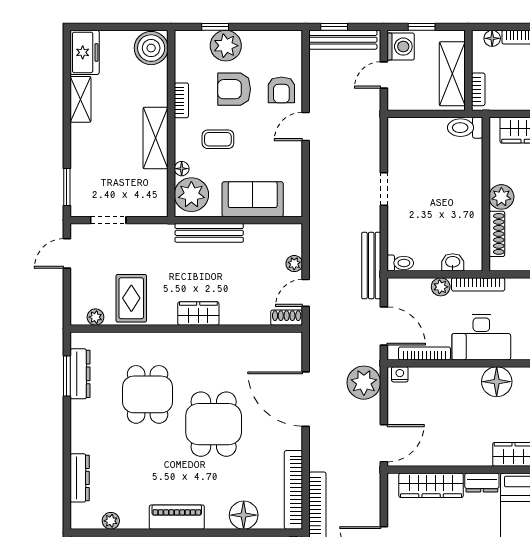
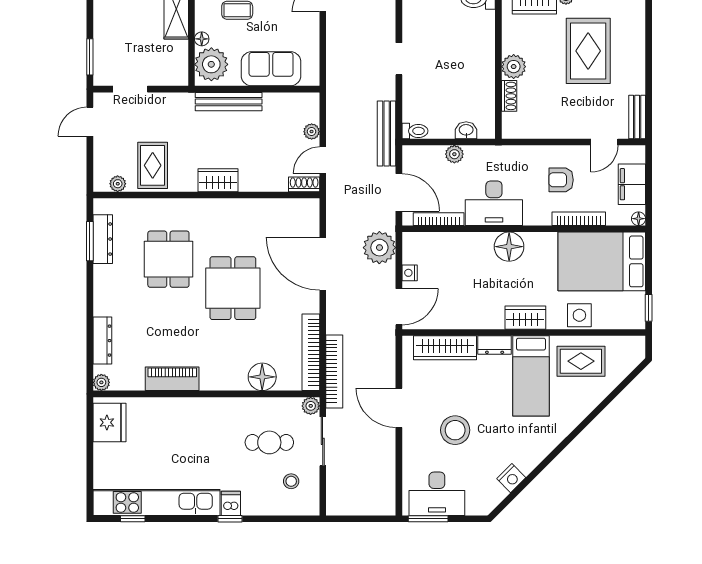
shoe rack: (497, 234) -> (509, 96), width x0.70
bookcase: (478, 284) -> (491, 152), removed
nightstand: (400, 374) -> (410, 273), moved, turned -90
piano: (177, 517) -> (172, 379), moved
plant: (111, 521) -> (101, 382), moved

